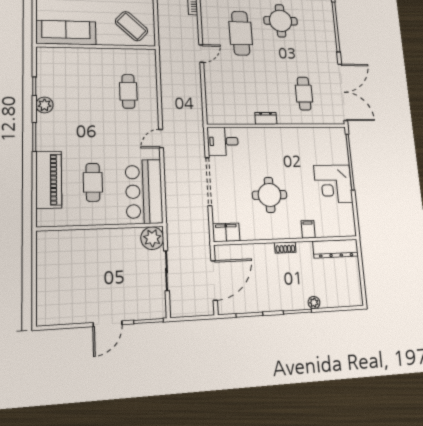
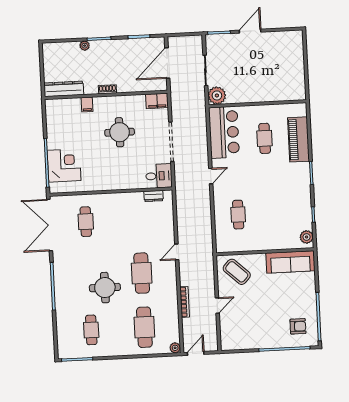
plant: (44, 105) -> (307, 237), moved
dresser: (266, 118) -> (153, 196), moved
corner desk: (333, 184) -> (64, 165), moved

